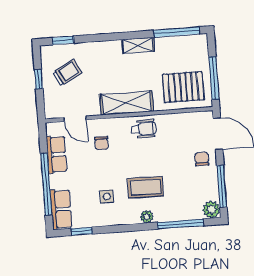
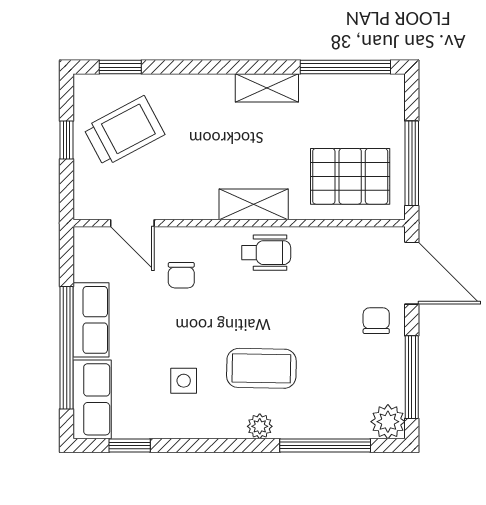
trolley: (67, 73) -> (124, 131), width x1.36, depth x1.39
shelving: (127, 103) -> (254, 204), width x0.67, depth x0.75
row of seats: (57, 154) -> (91, 320), moved

